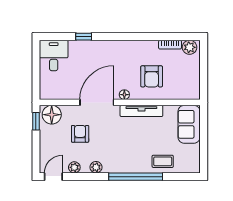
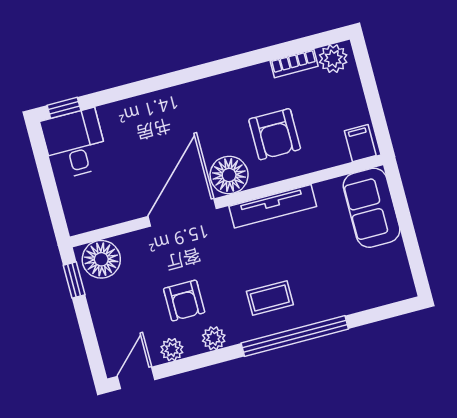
window: (84, 37) -> (64, 108), moved
filing cabinet: (192, 92) -> (360, 143), added
floor lamp: (124, 95) -> (229, 175), width x1.89, depth x1.89
armchair: (80, 134) -> (184, 301), moved, turned 180
coffee table: (163, 161) -> (270, 298), moved

